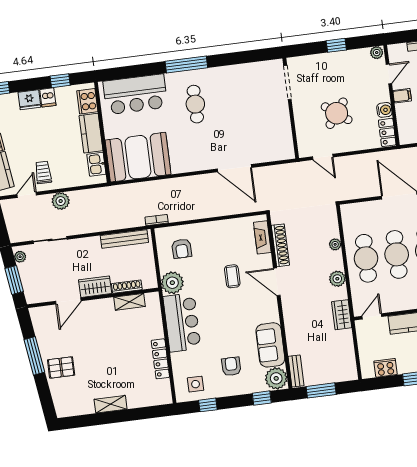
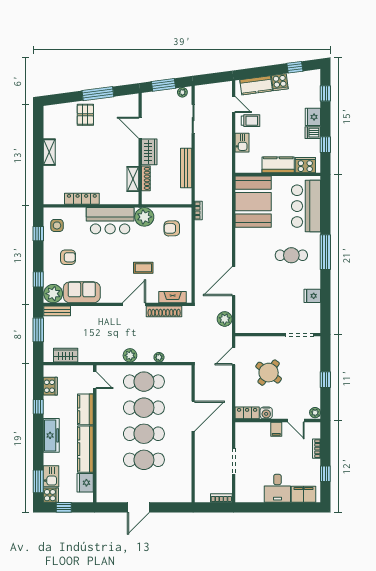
fridge: (240, 73) -> (312, 296), added
kitchen sink: (96, 164) -> (242, 143), moved, turned 90
plant: (61, 201) -> (225, 319), moved
bench: (124, 239) -> (186, 168), moved
wardrobe: (342, 315) -> (66, 355), moved

